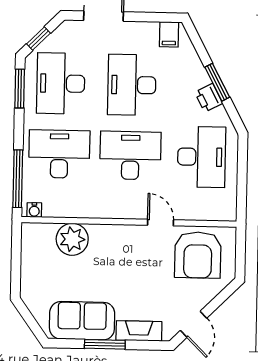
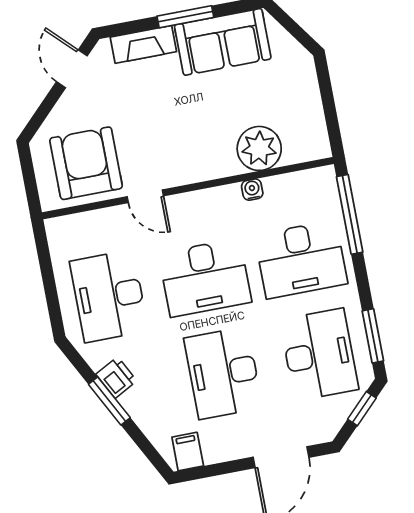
desk: (132, 85) -> (223, 373), turned 180
water cooler: (34, 210) -> (252, 190), moved

